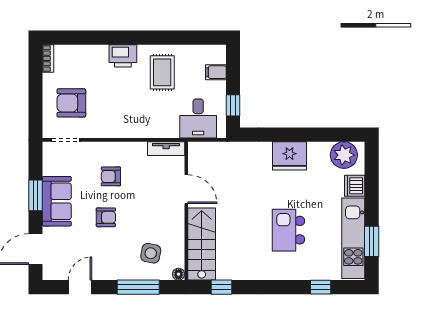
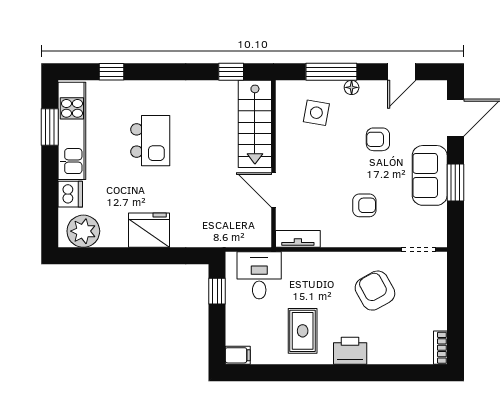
filing cabinet: (216, 72) -> (238, 355), moved
armchair: (71, 103) -> (375, 291), moved, turned -119
armchair: (106, 217) -> (378, 139), moved
floor lamp: (179, 274) -> (352, 87), moved

